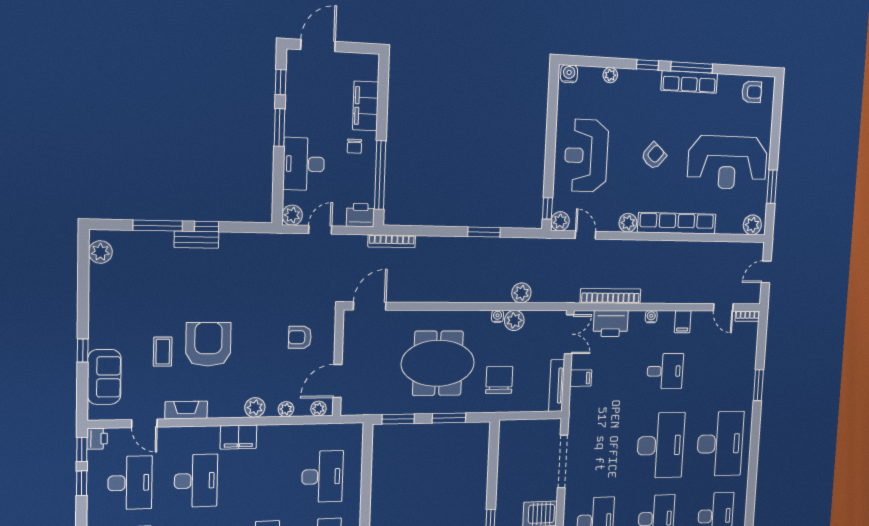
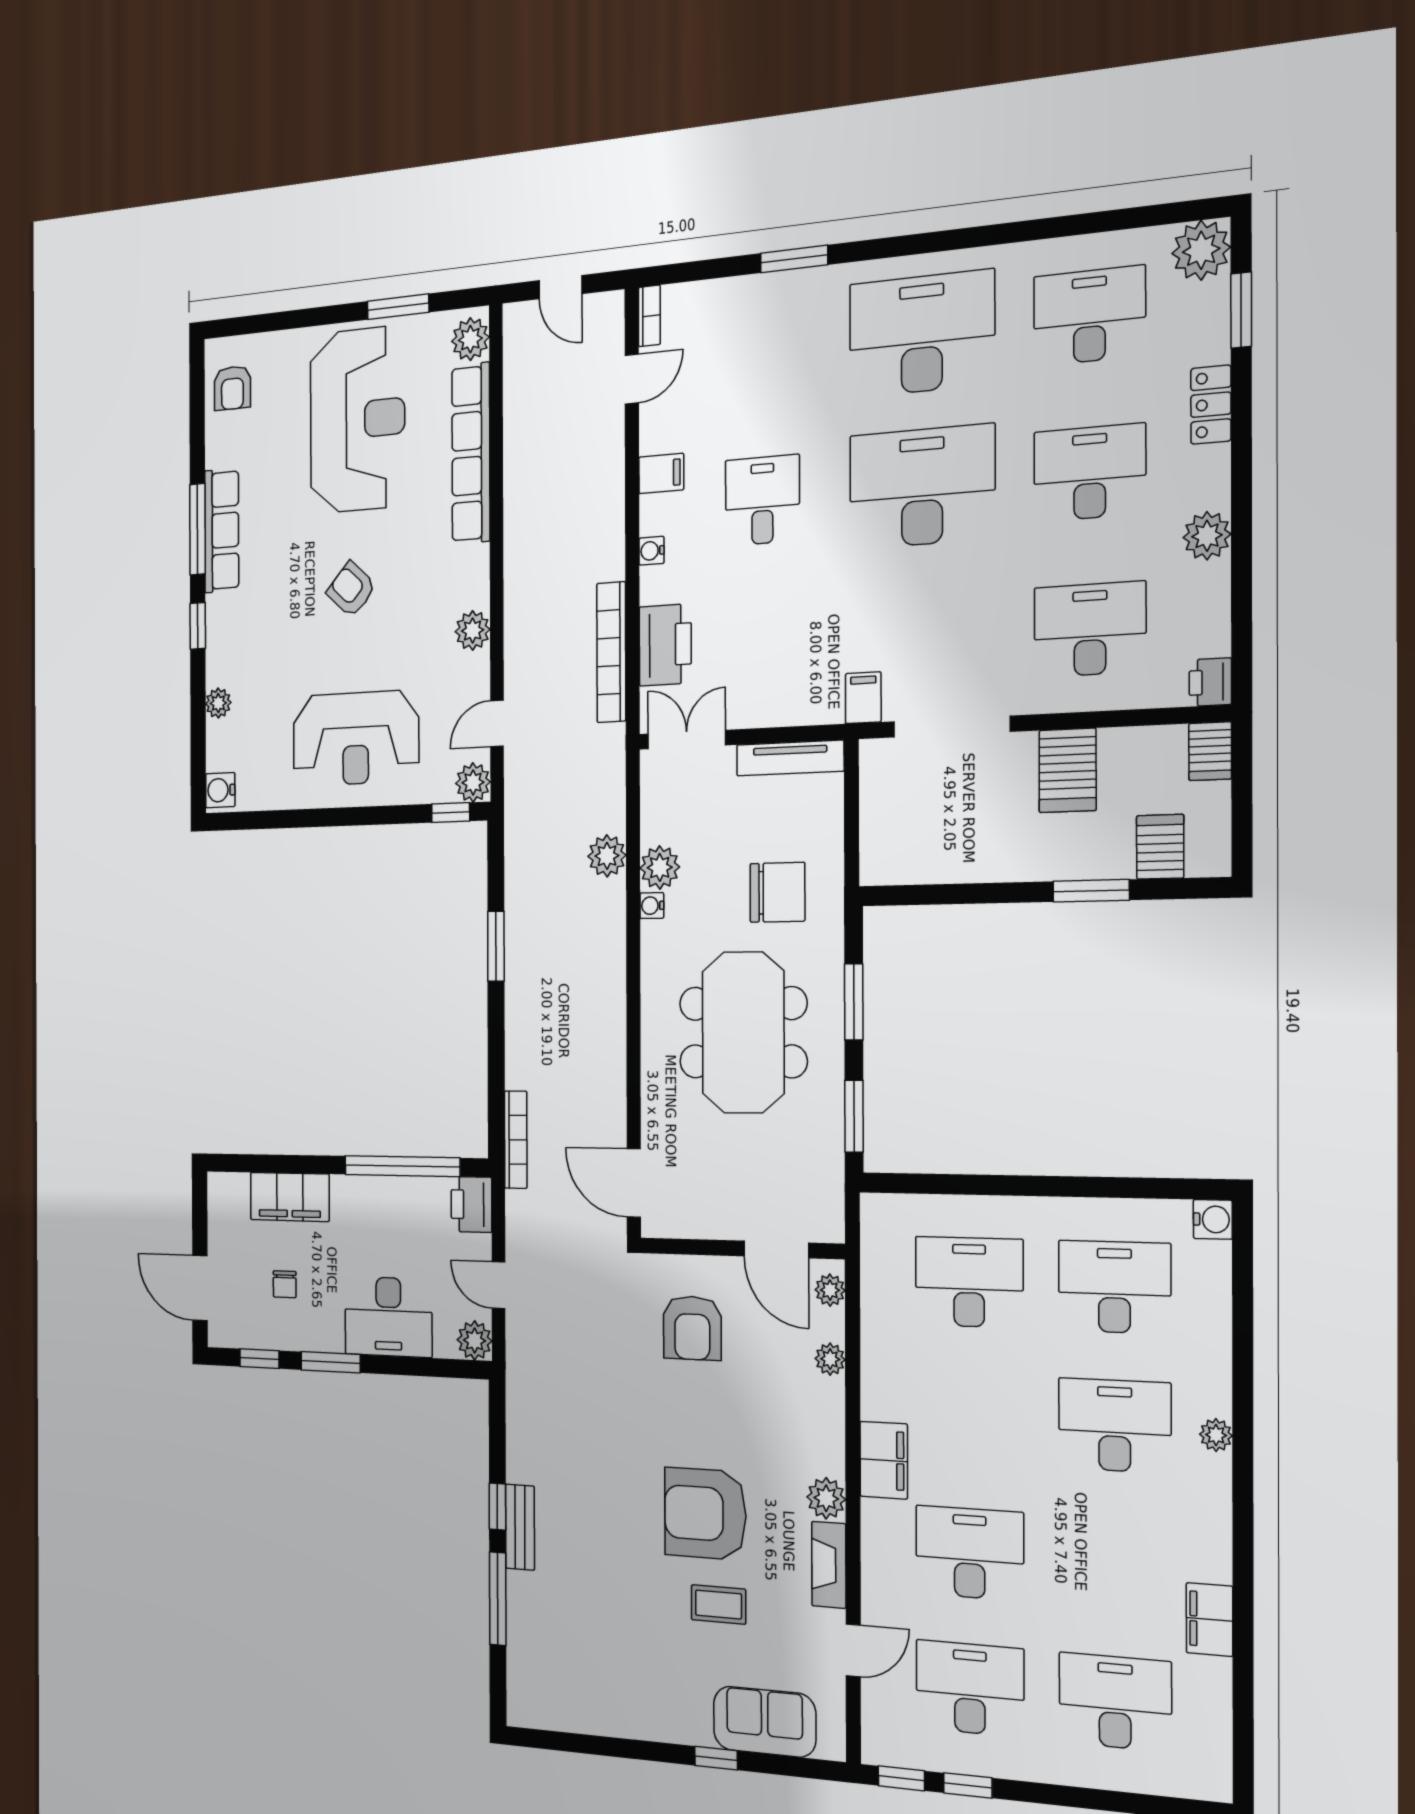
armchair: (752, 92) -> (232, 388), turned 180
chair: (354, 146) -> (285, 1284), moved, turned 90
row of seats: (677, 223) -> (471, 453), moved
plant: (100, 252) -> (544, 1708), removed
armchair: (300, 337) -> (692, 1328), width x1.38, depth x1.38
filing cabinet: (581, 378) -> (863, 698), moved
chair: (499, 380) -> (777, 892), turned 180
plant: (255, 407) -> (826, 1498), moved
printer: (97, 439) -> (881, 1746), removed

